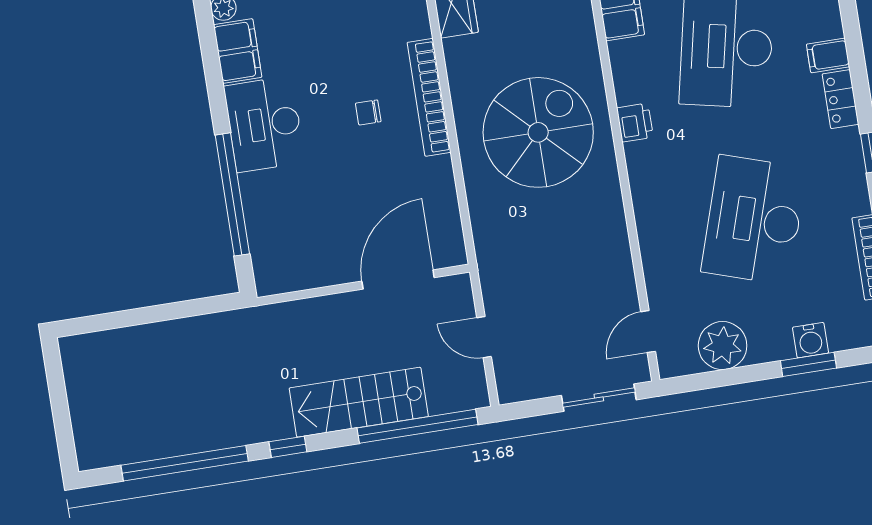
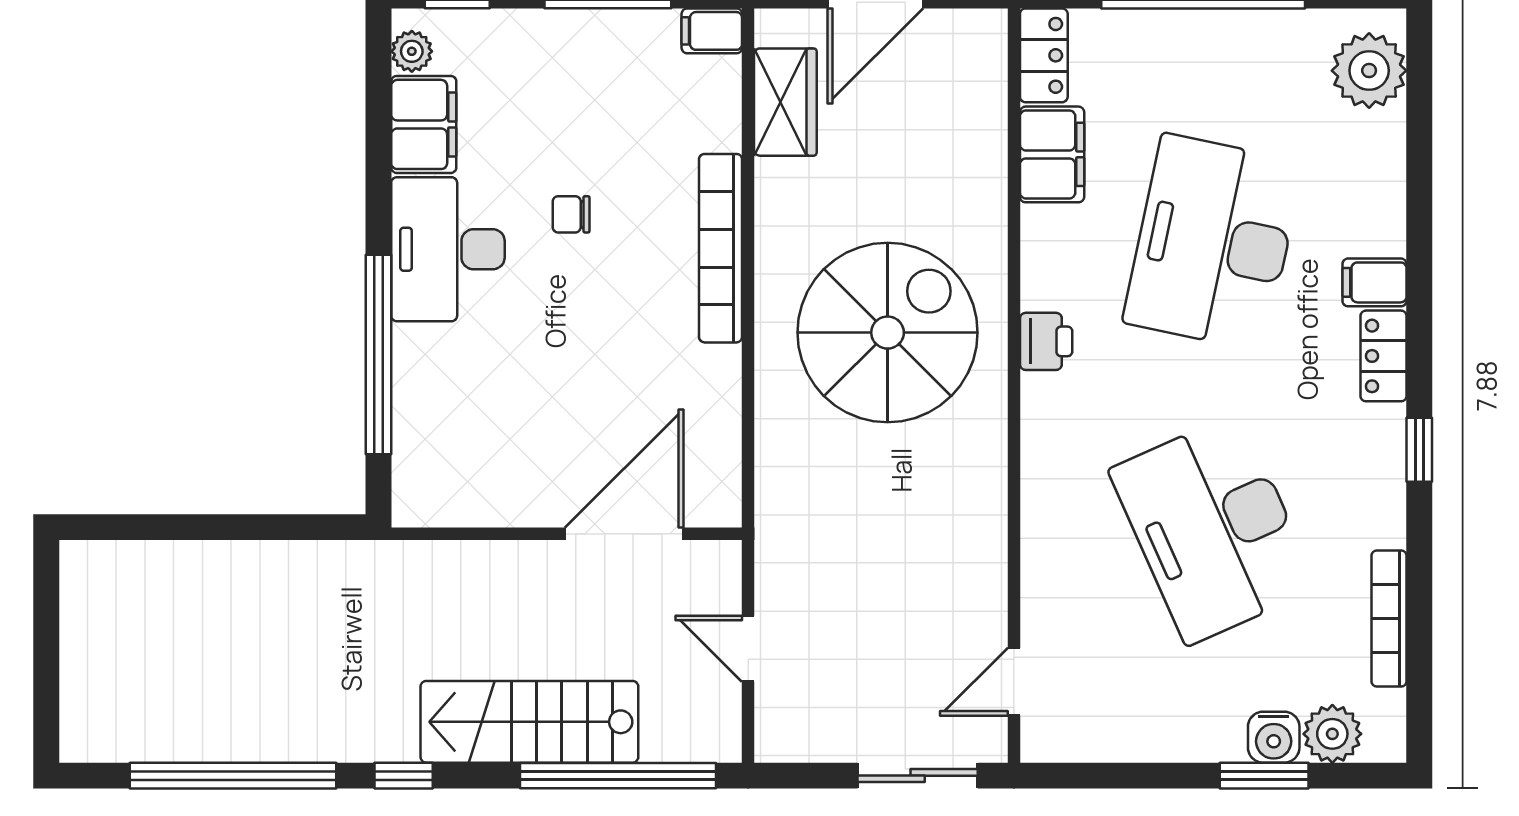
chair: (368, 112) -> (571, 214), moved
desk: (754, 220) -> (1213, 529), turned -42
plant: (723, 346) -> (1332, 734), moved, width x0.73, depth x0.73

